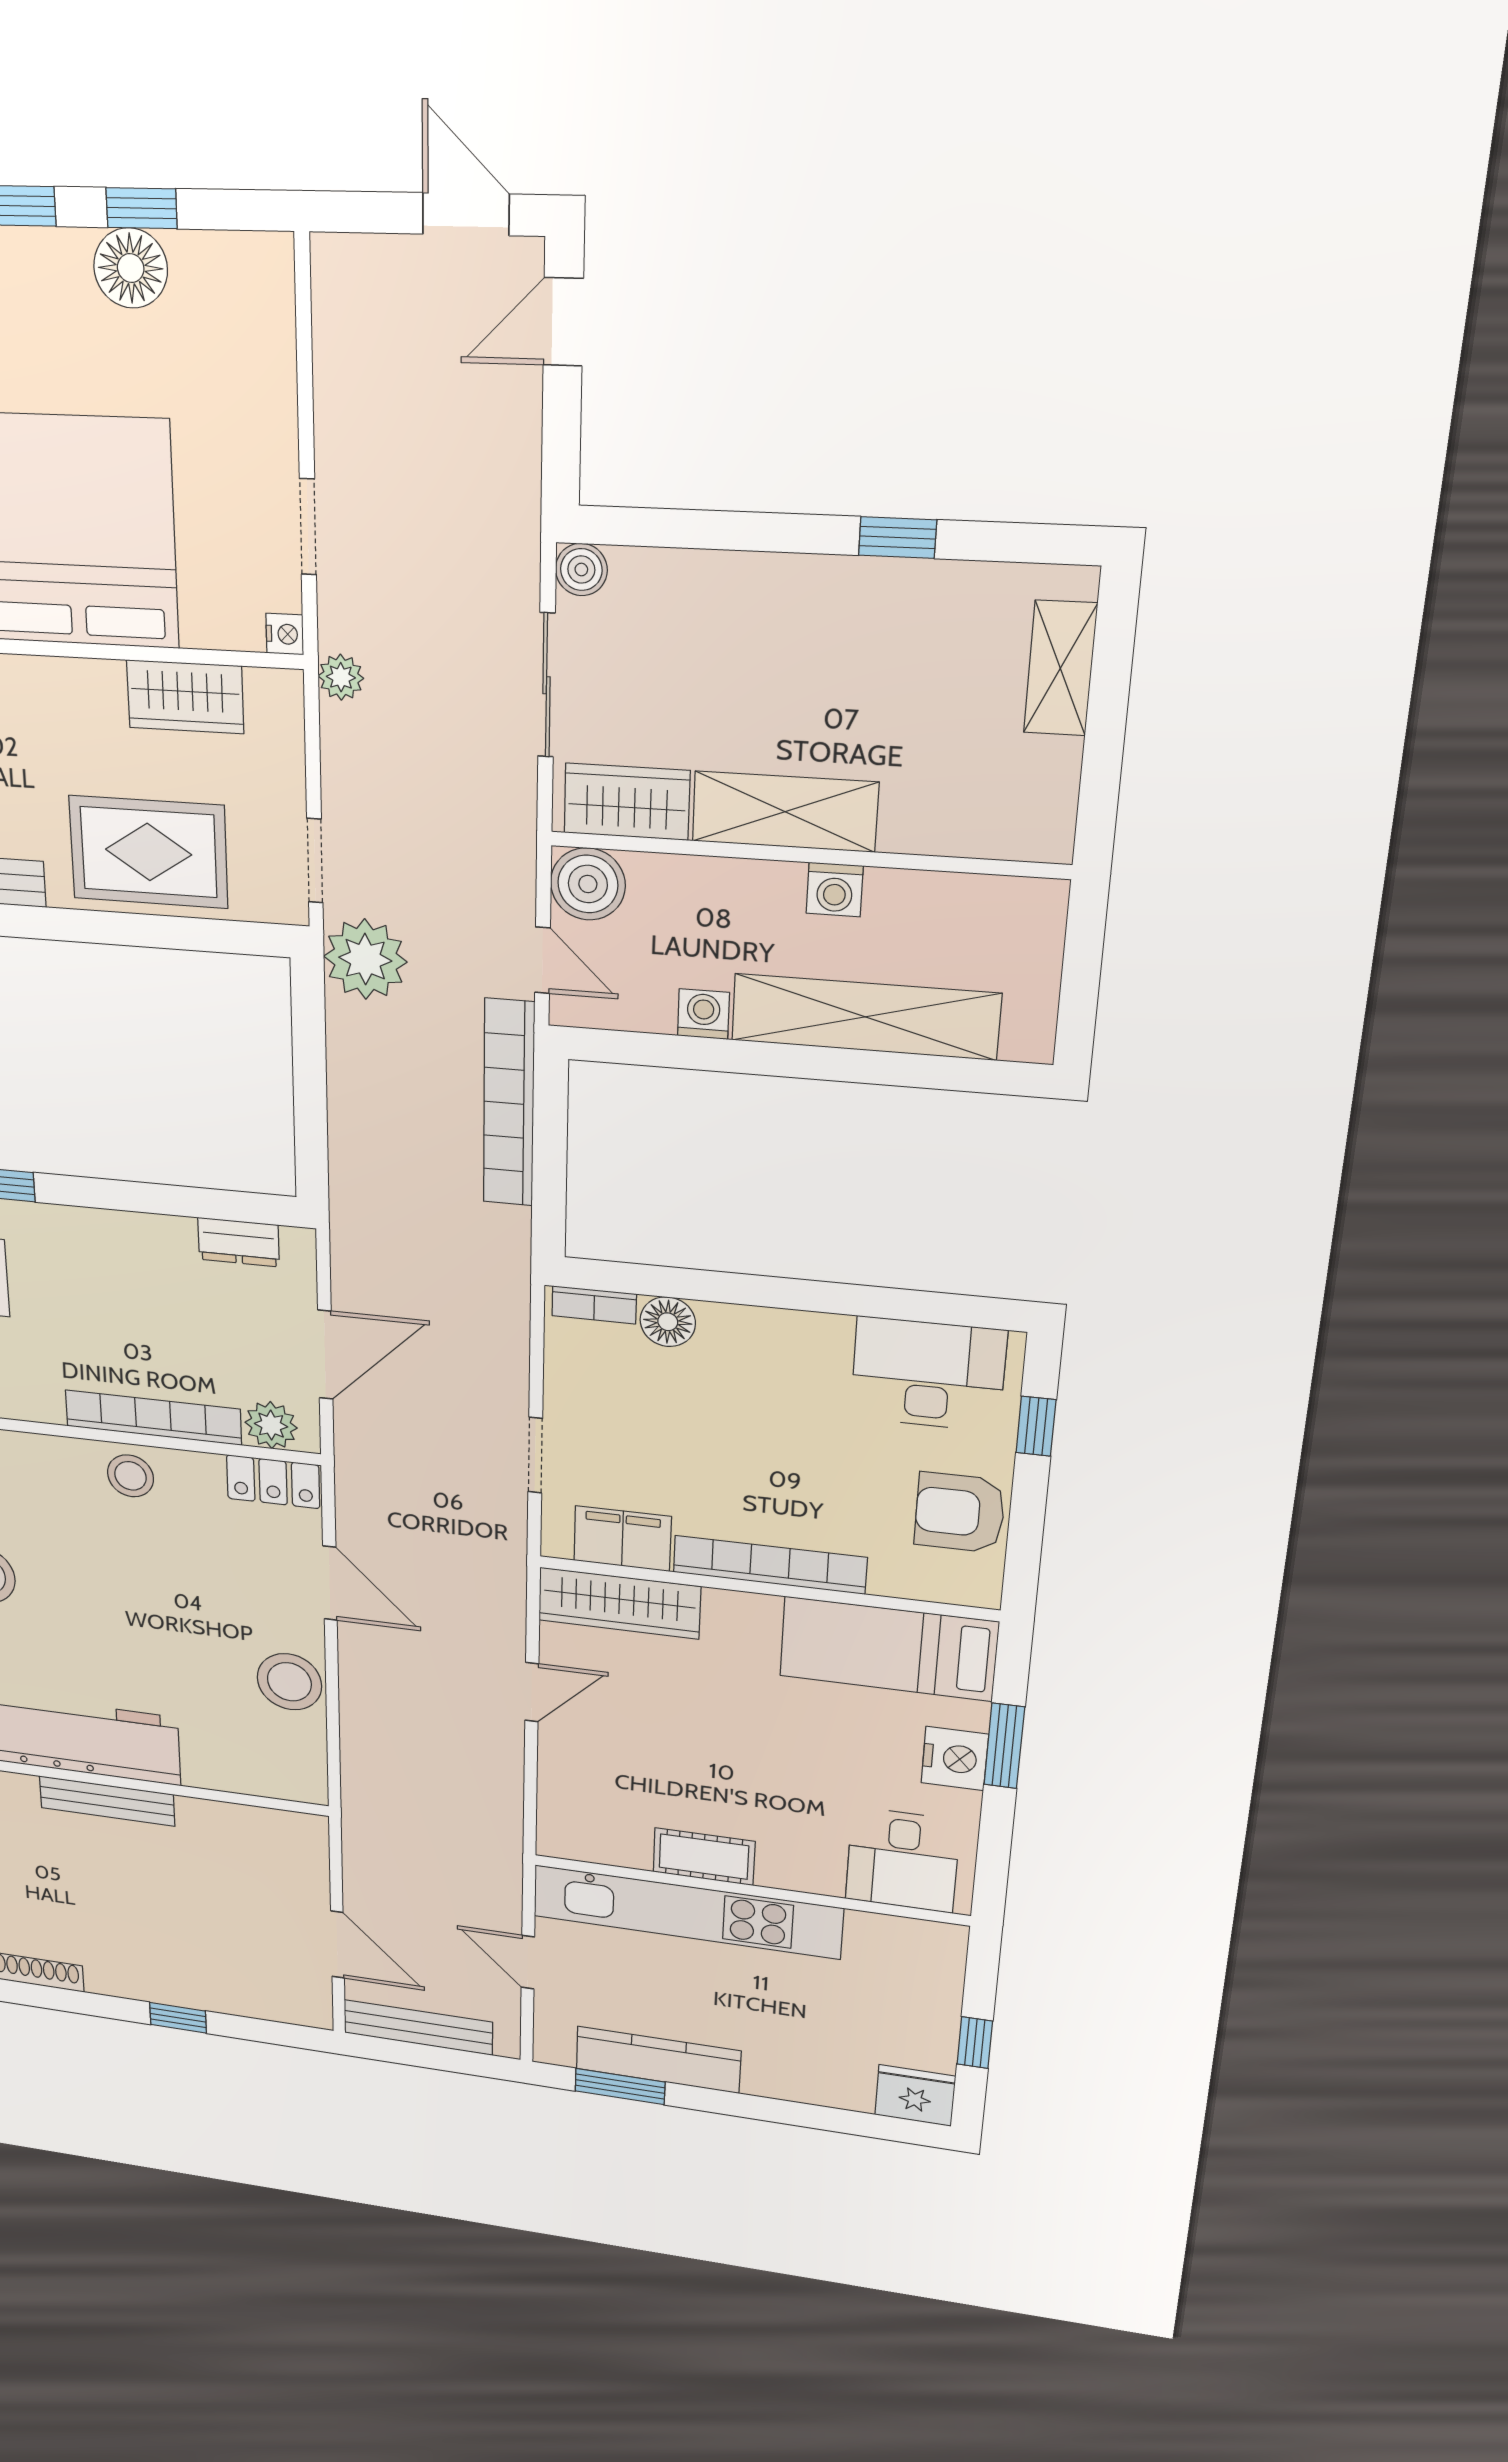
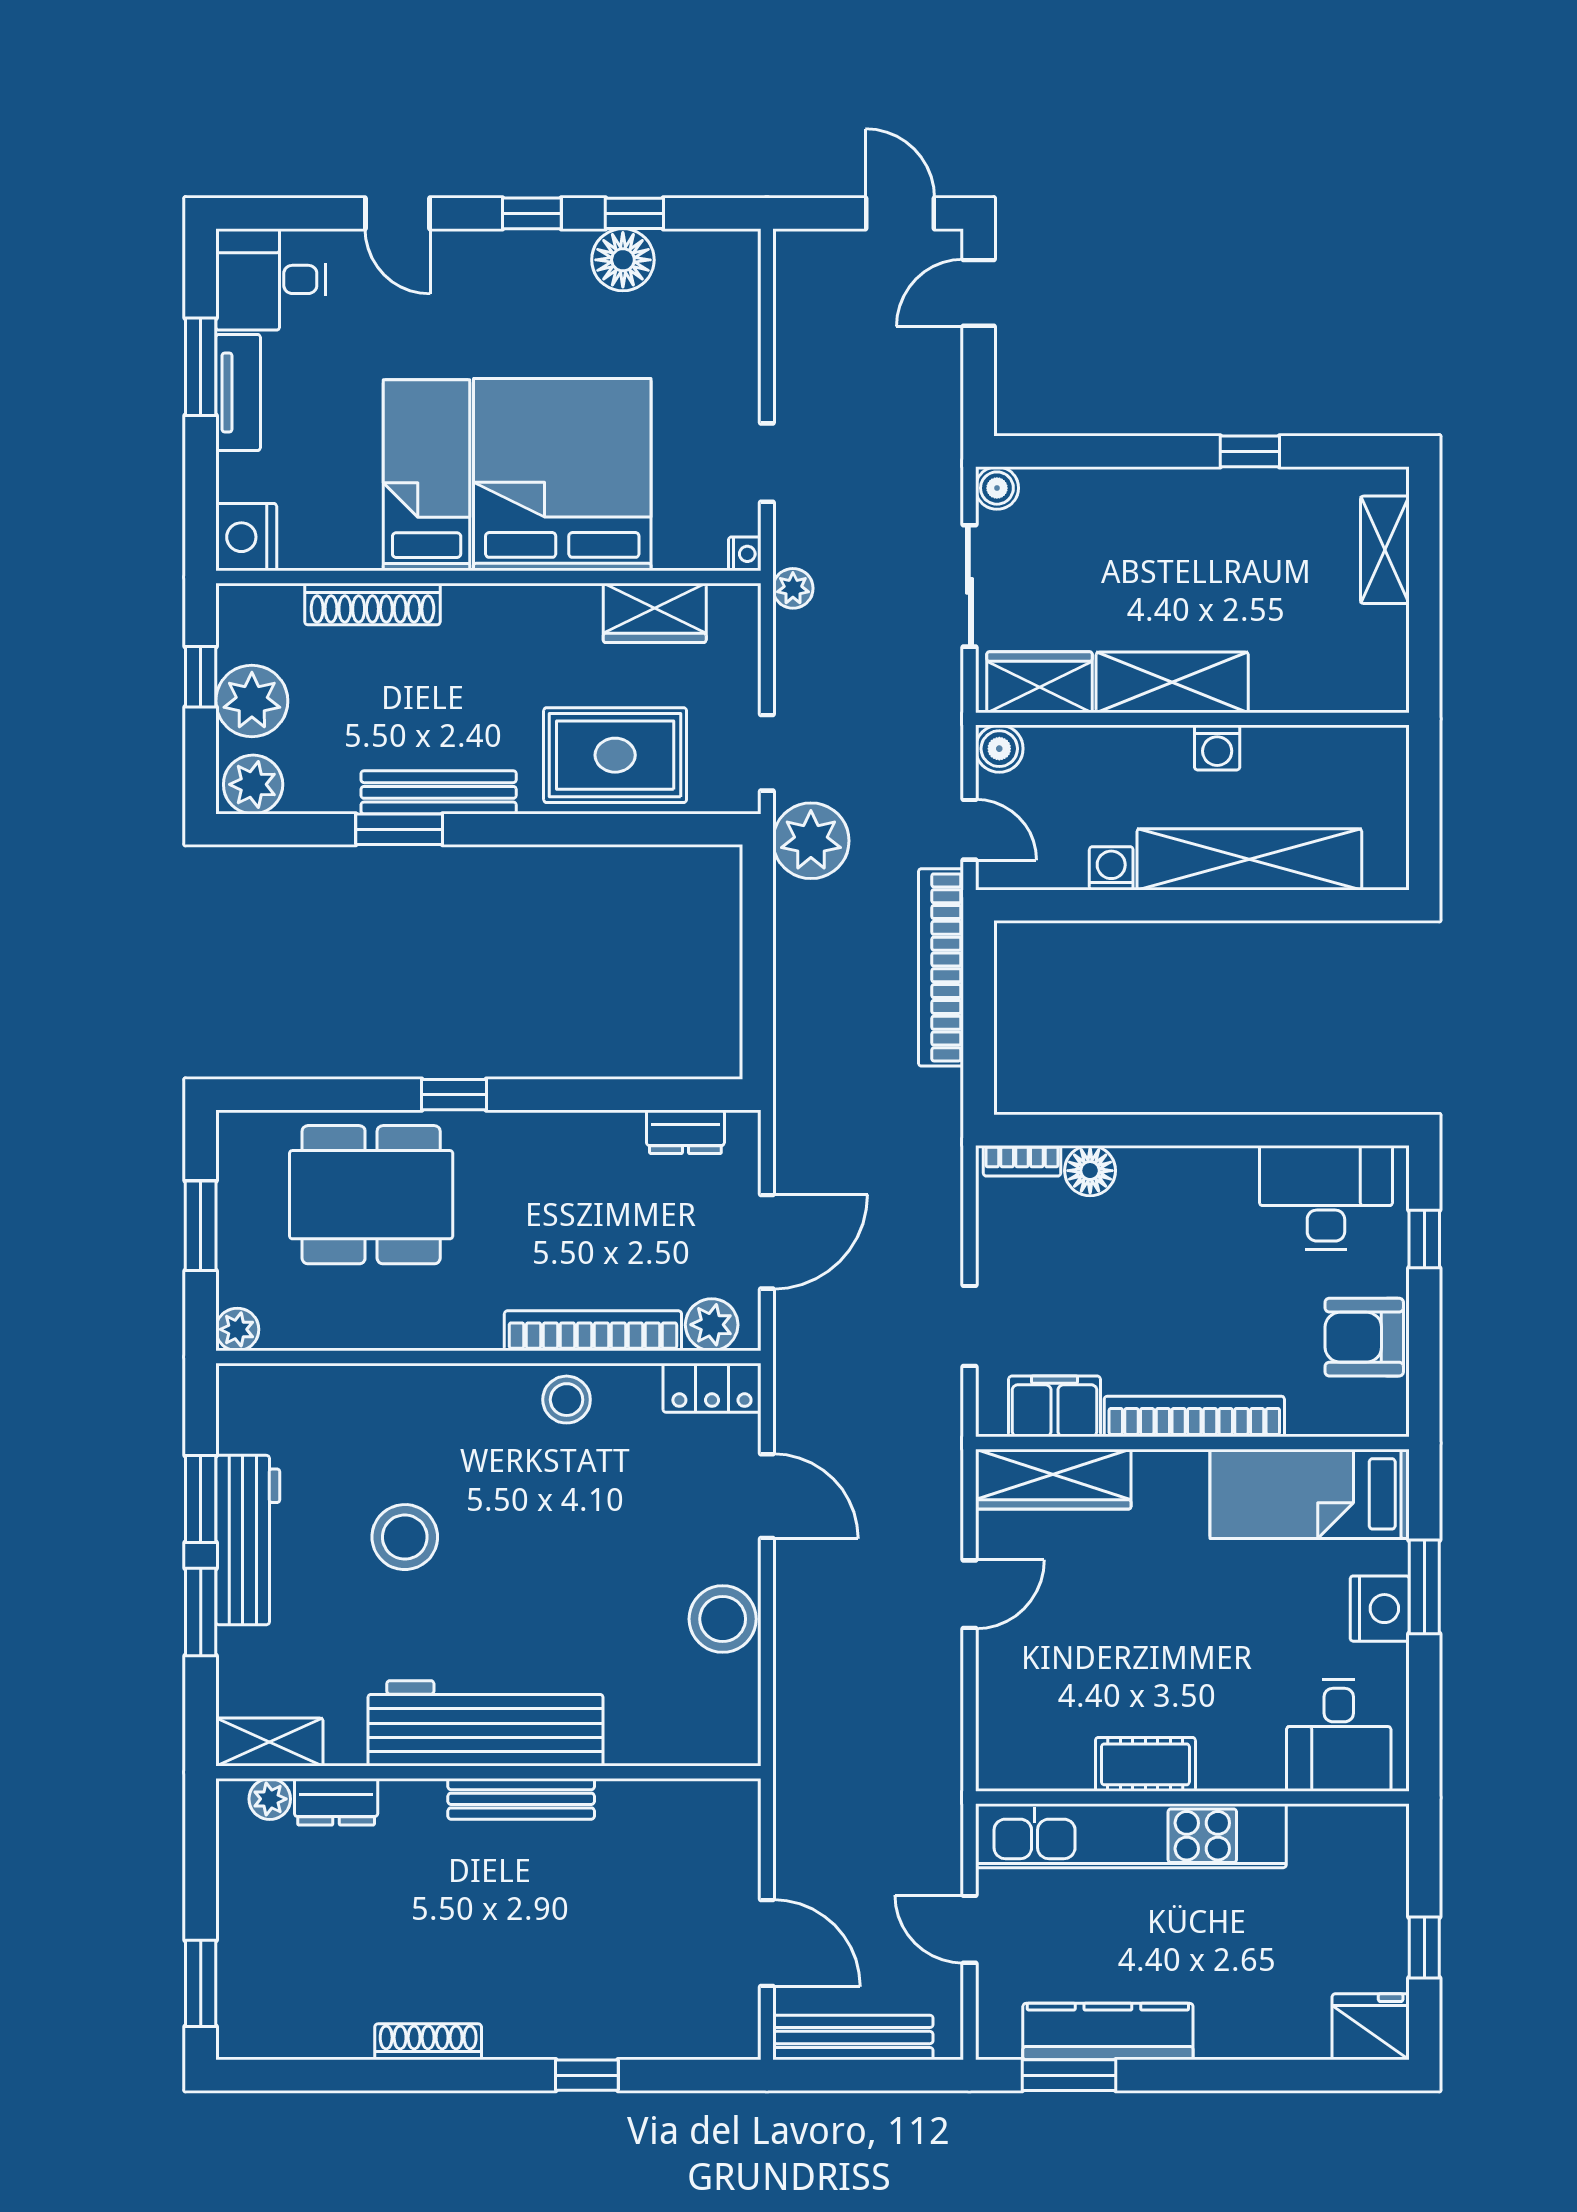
boiler: (588, 884) -> (999, 749), width x0.73, depth x0.73

